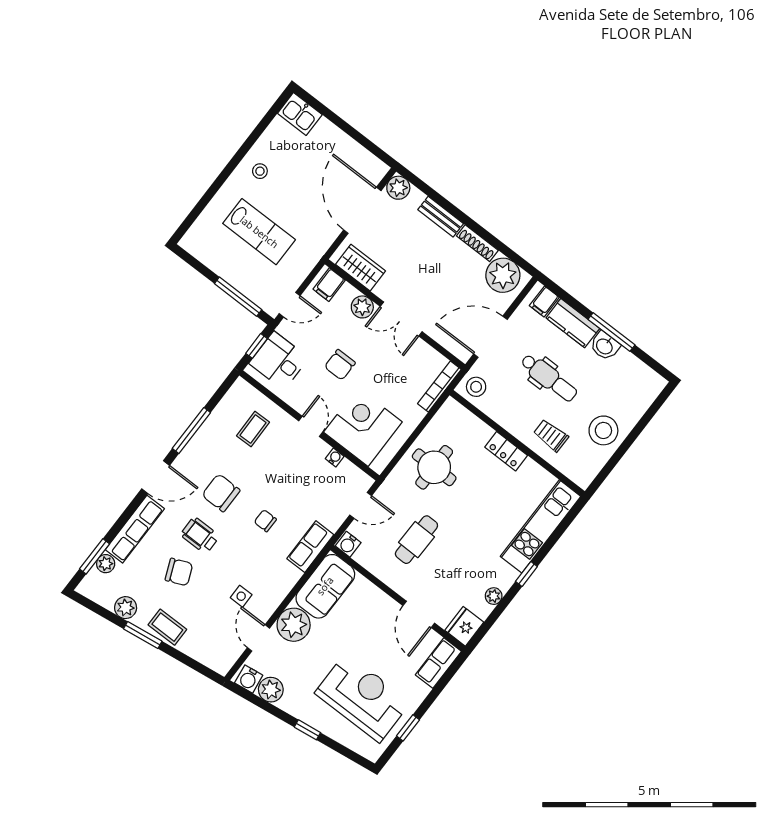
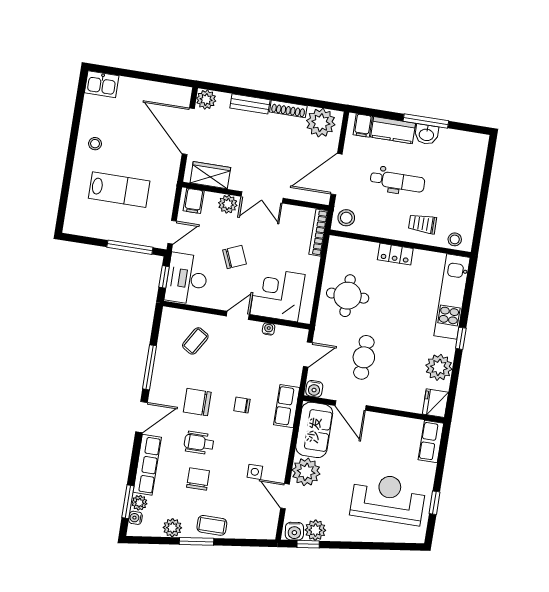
desk: (279, 361) -> (187, 279), width x1.37
chair: (340, 365) -> (235, 257), turned -113
door: (311, 426) -> (238, 315), hinge flipped
coffee table: (253, 429) -> (195, 341), turned 32
stool: (603, 430) -> (455, 239), moved, width x0.53, depth x0.53
chair: (179, 572) -> (198, 479), turned -67
water cooler: (93, 577) -> (135, 518), added
plant: (494, 596) -> (439, 367), width x1.87, depth x1.87
door: (419, 614) -> (351, 405), moved
window: (307, 730) -> (308, 544), moved

